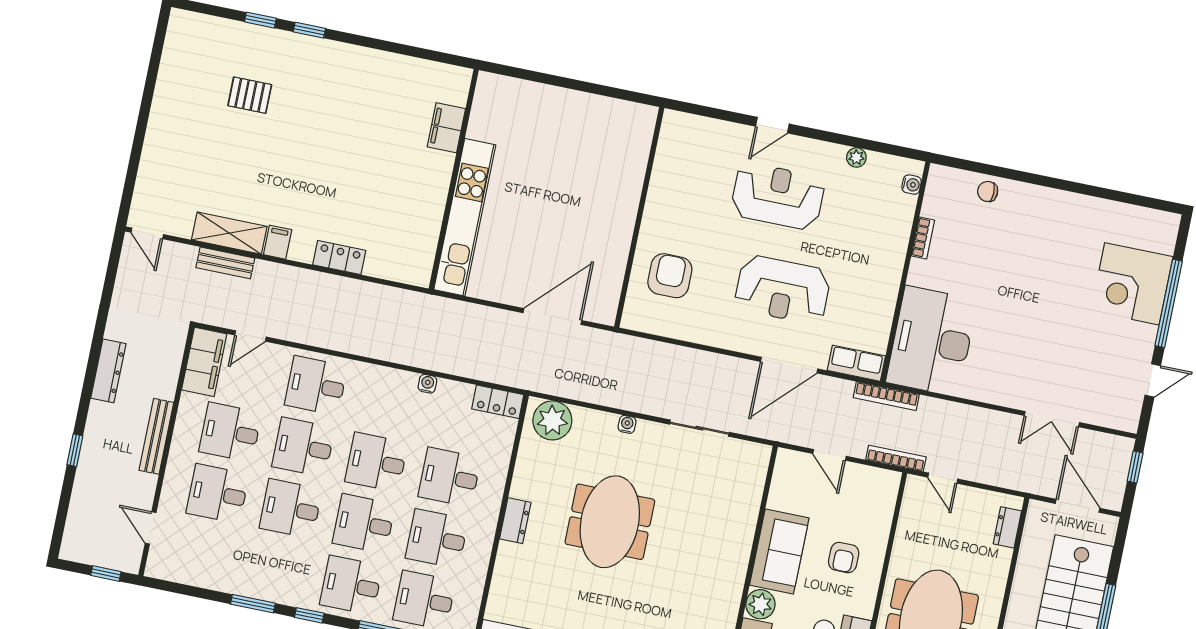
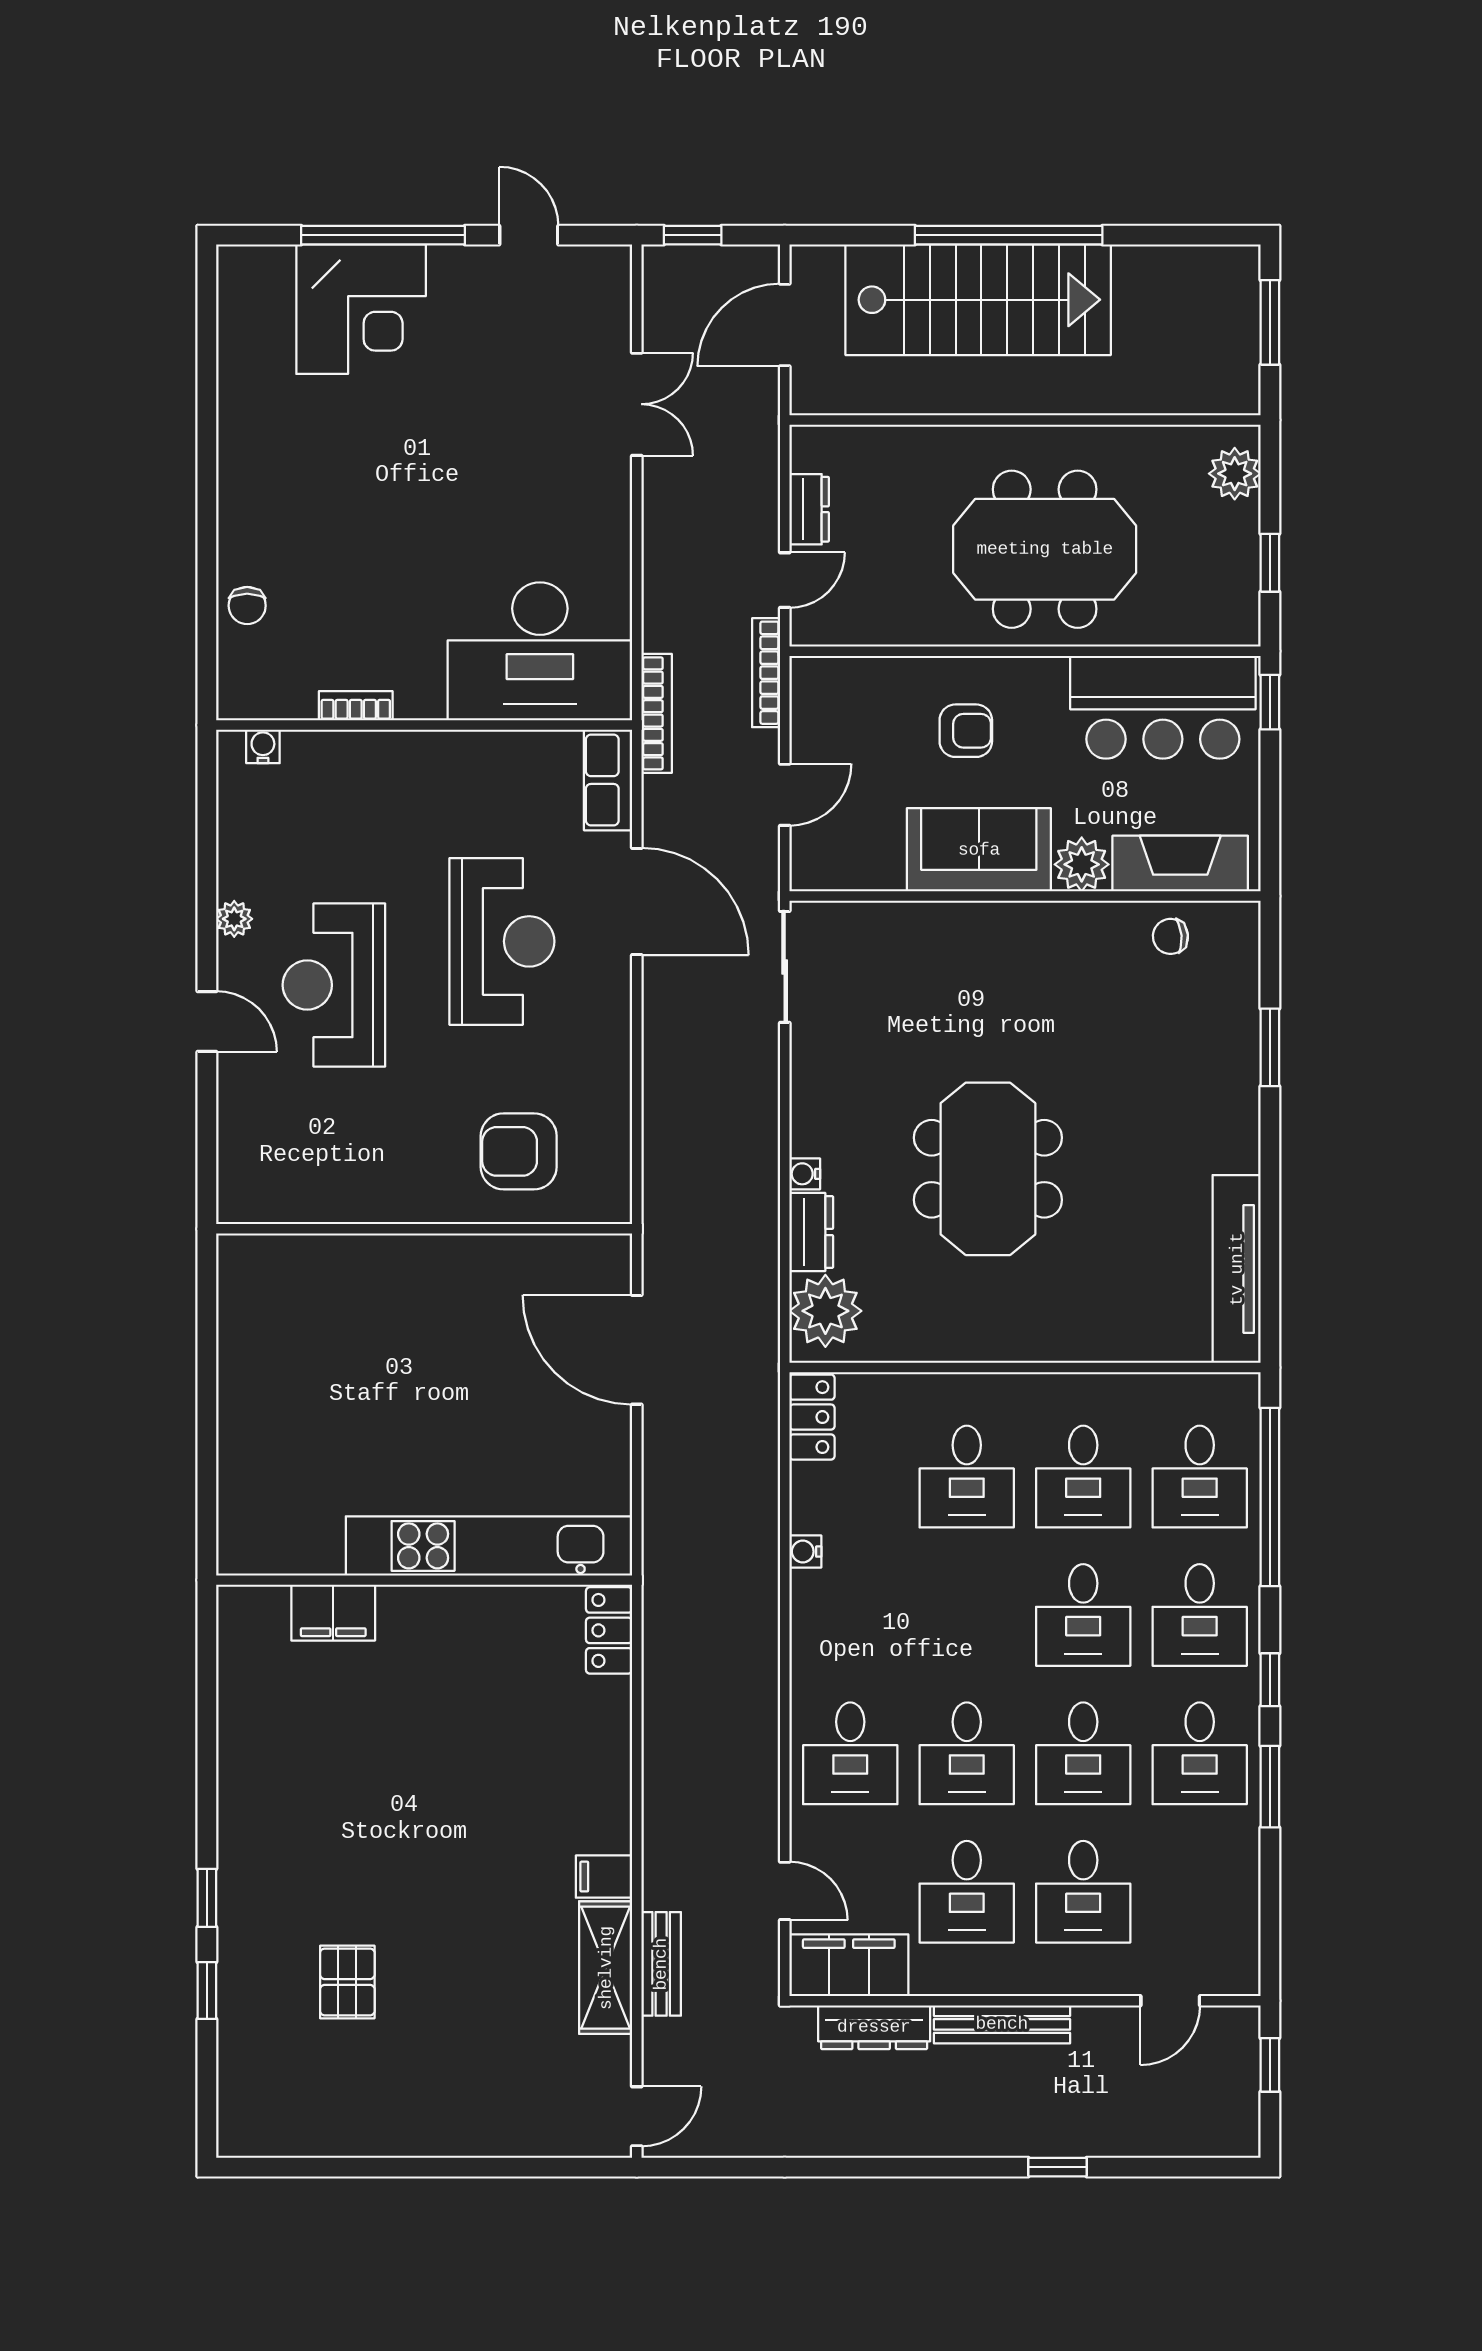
plant: (856, 157) -> (234, 919), moved
locker: (339, 258) -> (609, 1630), moved
dresser: (108, 371) -> (874, 2027), moved, turned 180
sliding door: (699, 428) -> (785, 967), moved
desk: (376, 462) -> (1200, 1753), moved
dresser: (515, 521) -> (811, 1232), moved, turned 90
meeting table: (610, 522) -> (988, 1169), turned 90
dresser: (1007, 527) -> (809, 509), moved, turned -90

